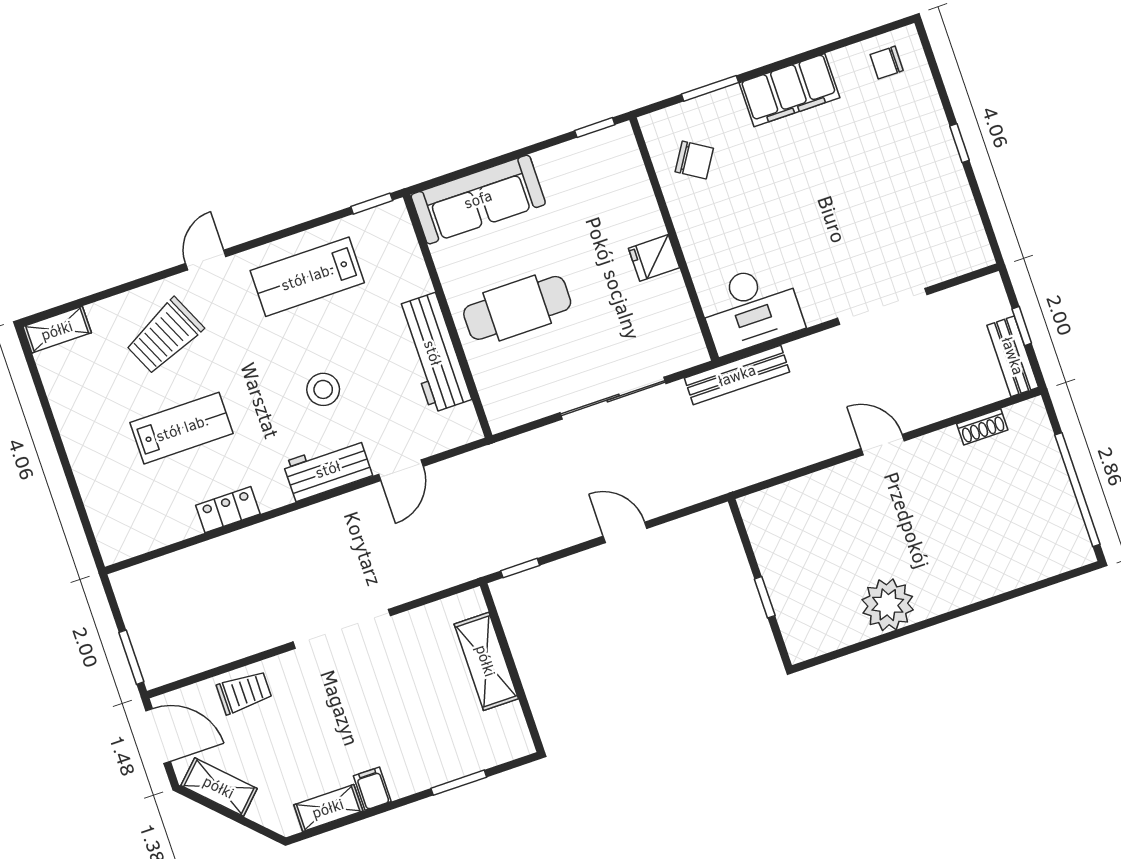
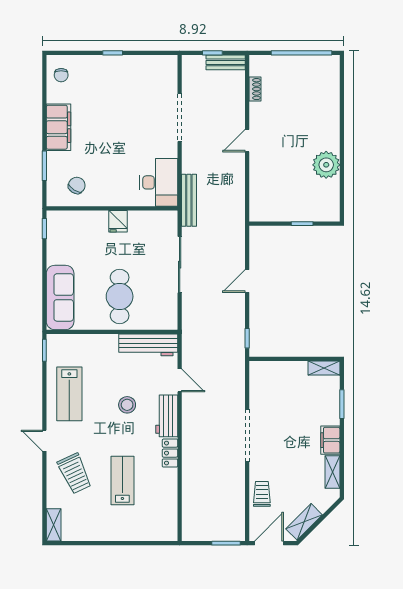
workbench: (433, 353) -> (148, 345), moved
locker: (228, 510) -> (170, 453), moved
shelving: (486, 661) -> (324, 368), moved, width x0.67, depth x0.75
filing cabinet: (372, 789) -> (330, 440), width x2.00

